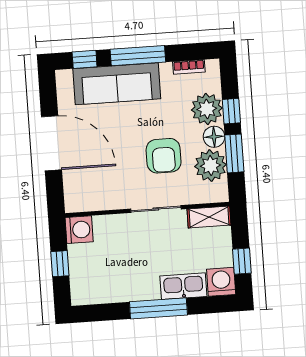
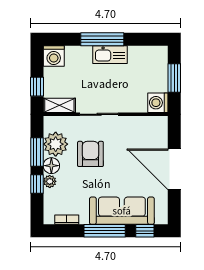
plant: (207, 109) -> (50, 181), width x0.53, depth x0.53
window: (242, 261) -> (37, 87), moved
window: (60, 264) -> (174, 78), width x1.50
kitchen sink: (183, 286) -> (110, 55), moved

